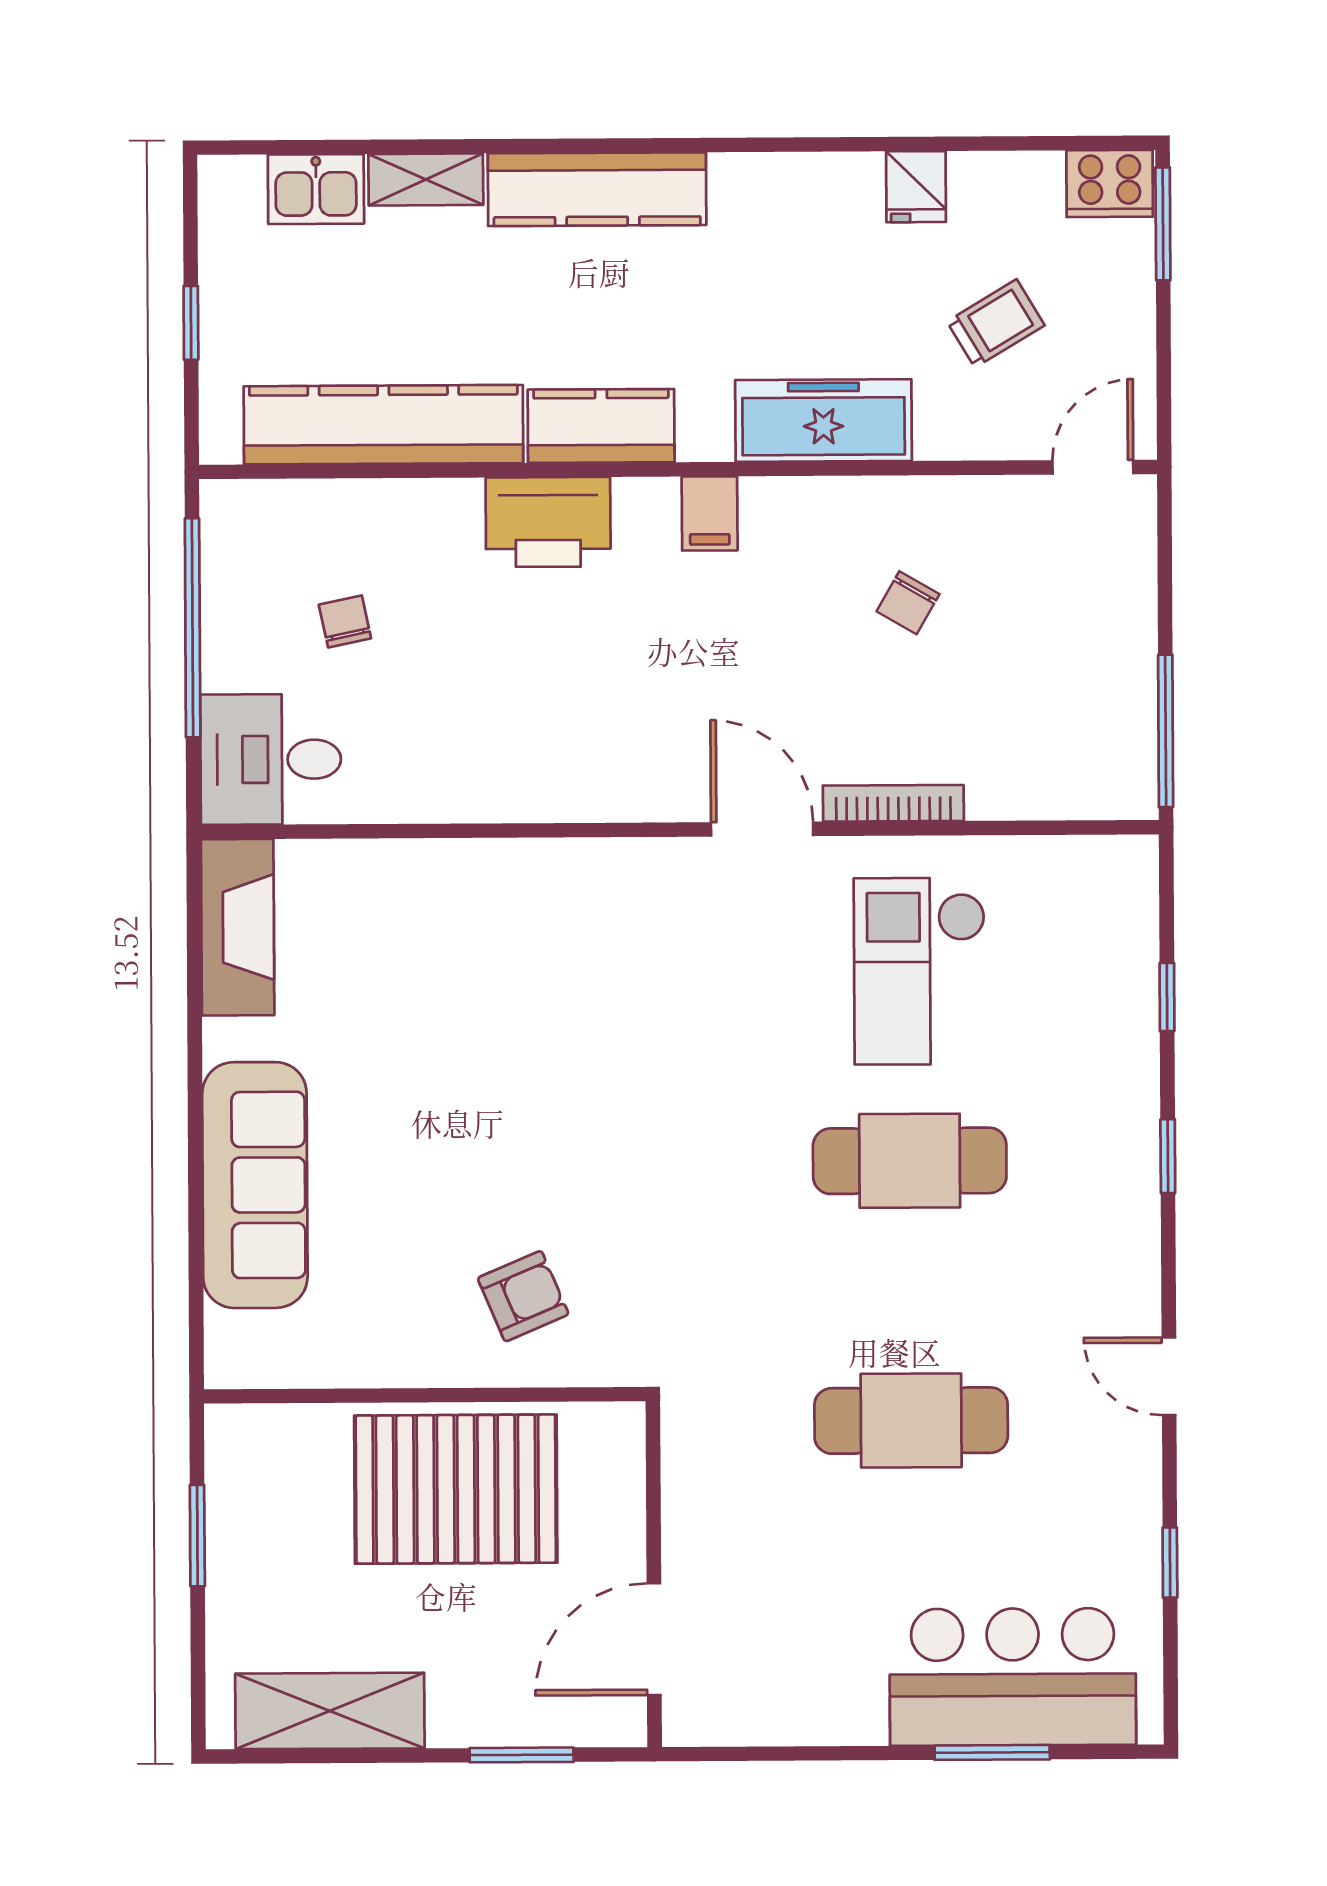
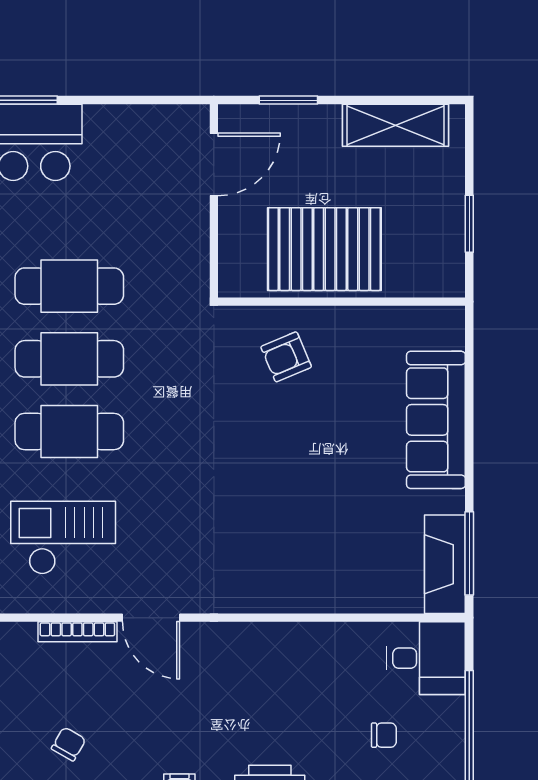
chair: (345, 622) -> (384, 735), turned -78
window: (194, 947) -> (469, 553), added
checkout: (920, 971) -> (63, 538), turned -90
cafe table: (910, 1291) -> (69, 359), added

